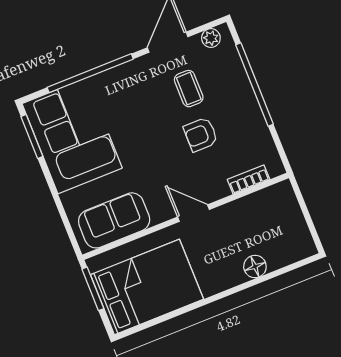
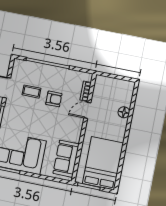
plant: (211, 38) -> (17, 69), removed
armchair: (201, 135) -> (54, 99), turned -90
door: (193, 213) -> (87, 110), moved

